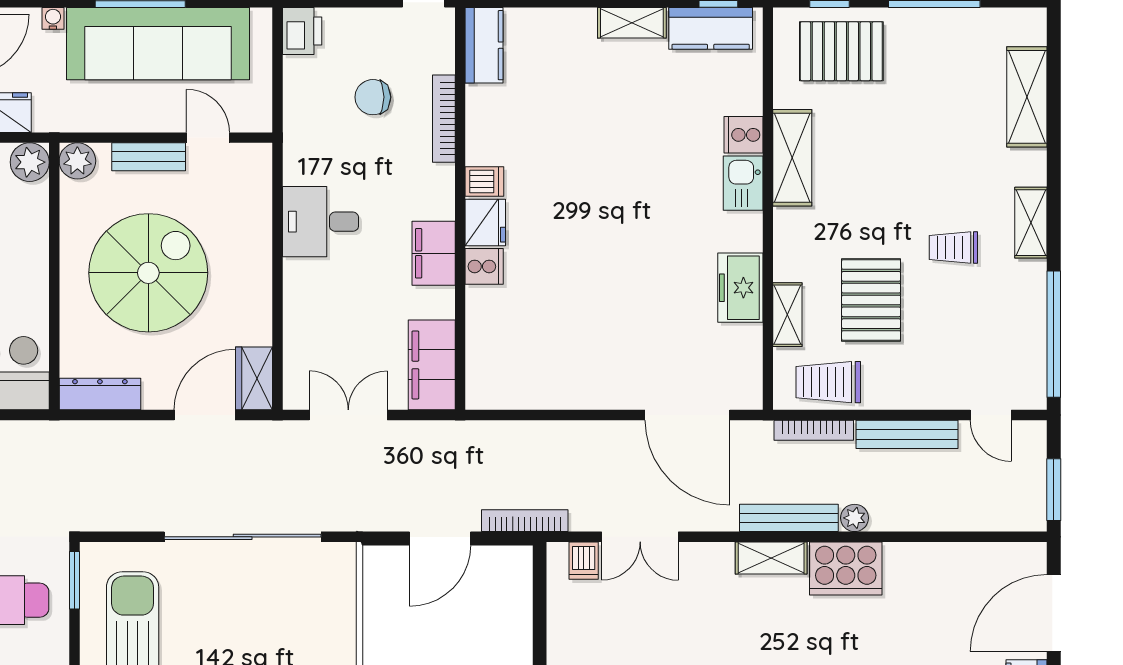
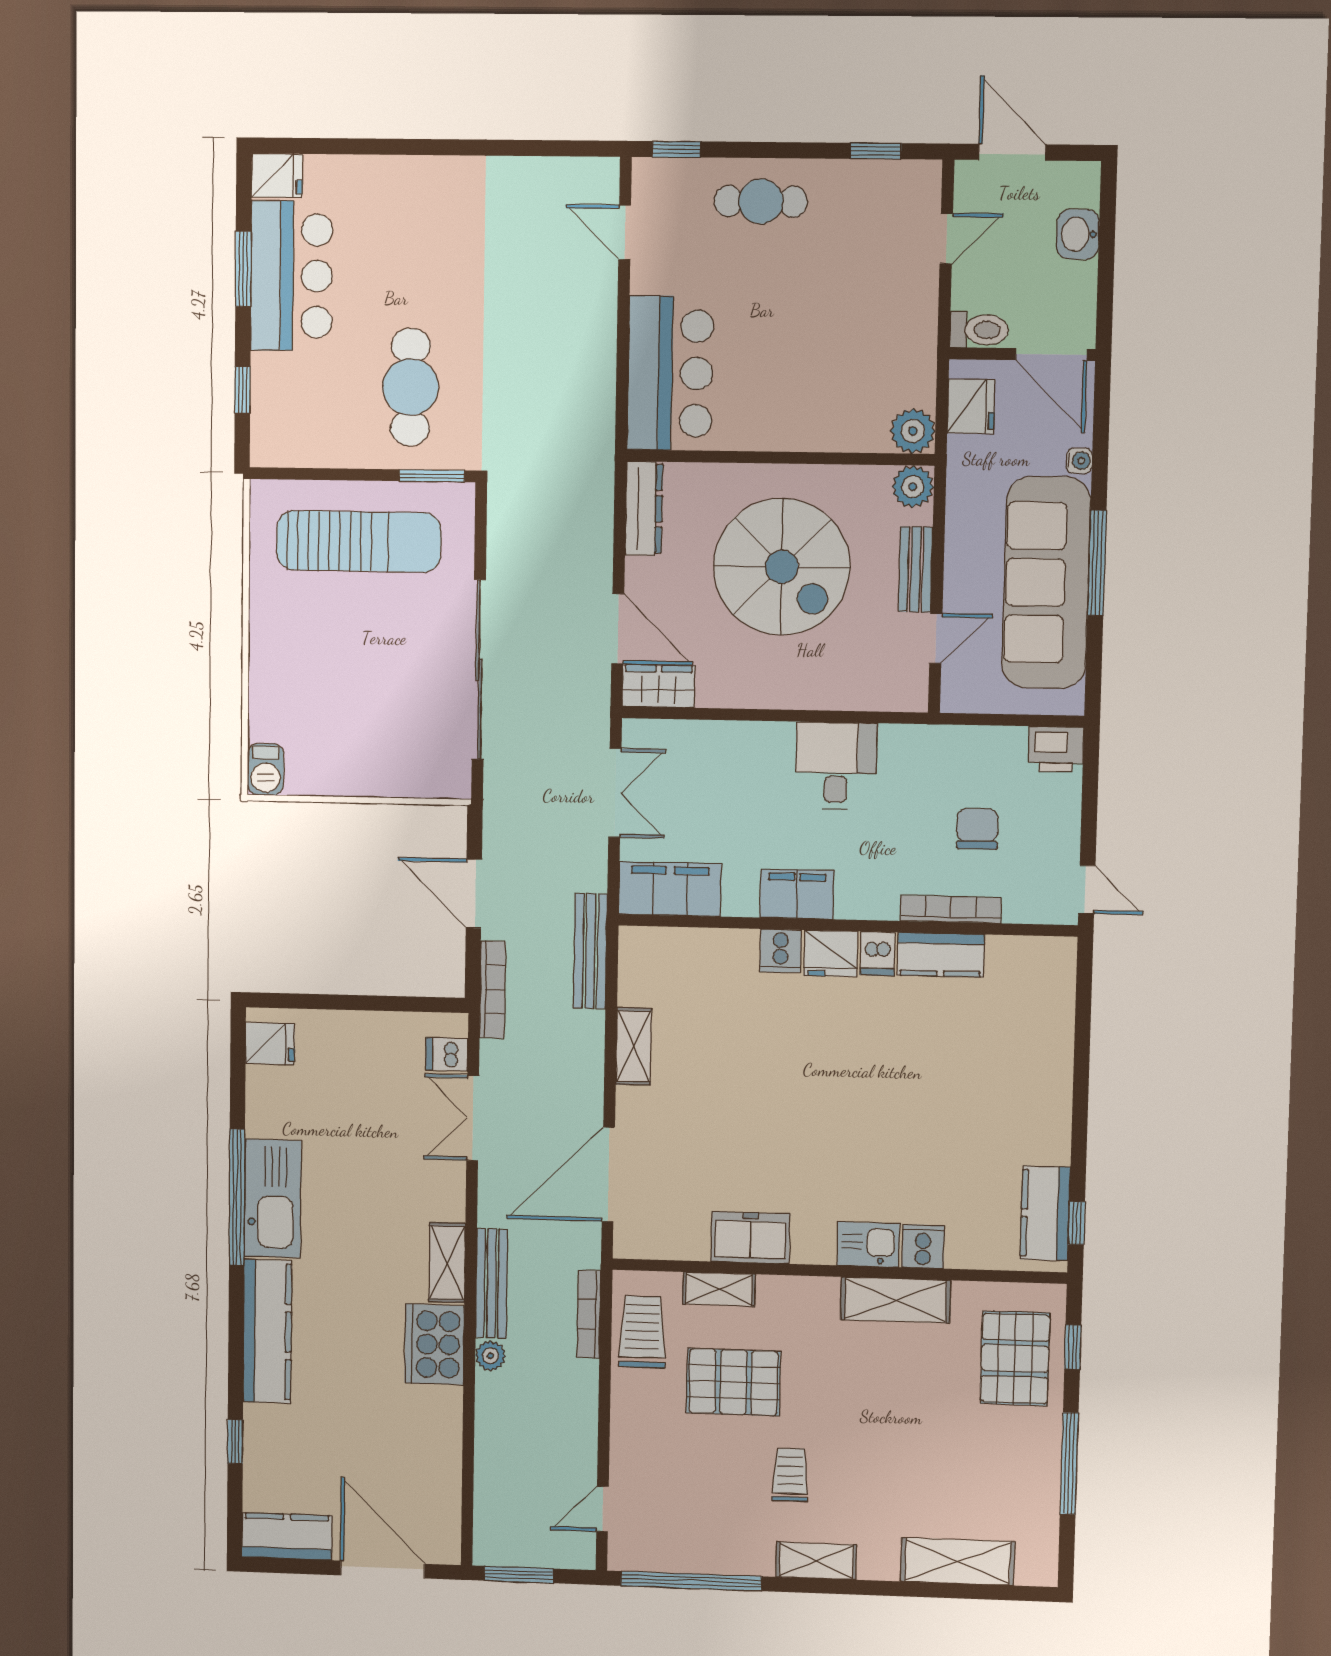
shelving: (632, 23) -> (634, 1046), moved
kitchen counter: (484, 45) -> (941, 955), moved
bench: (907, 434) -> (590, 951), moved

